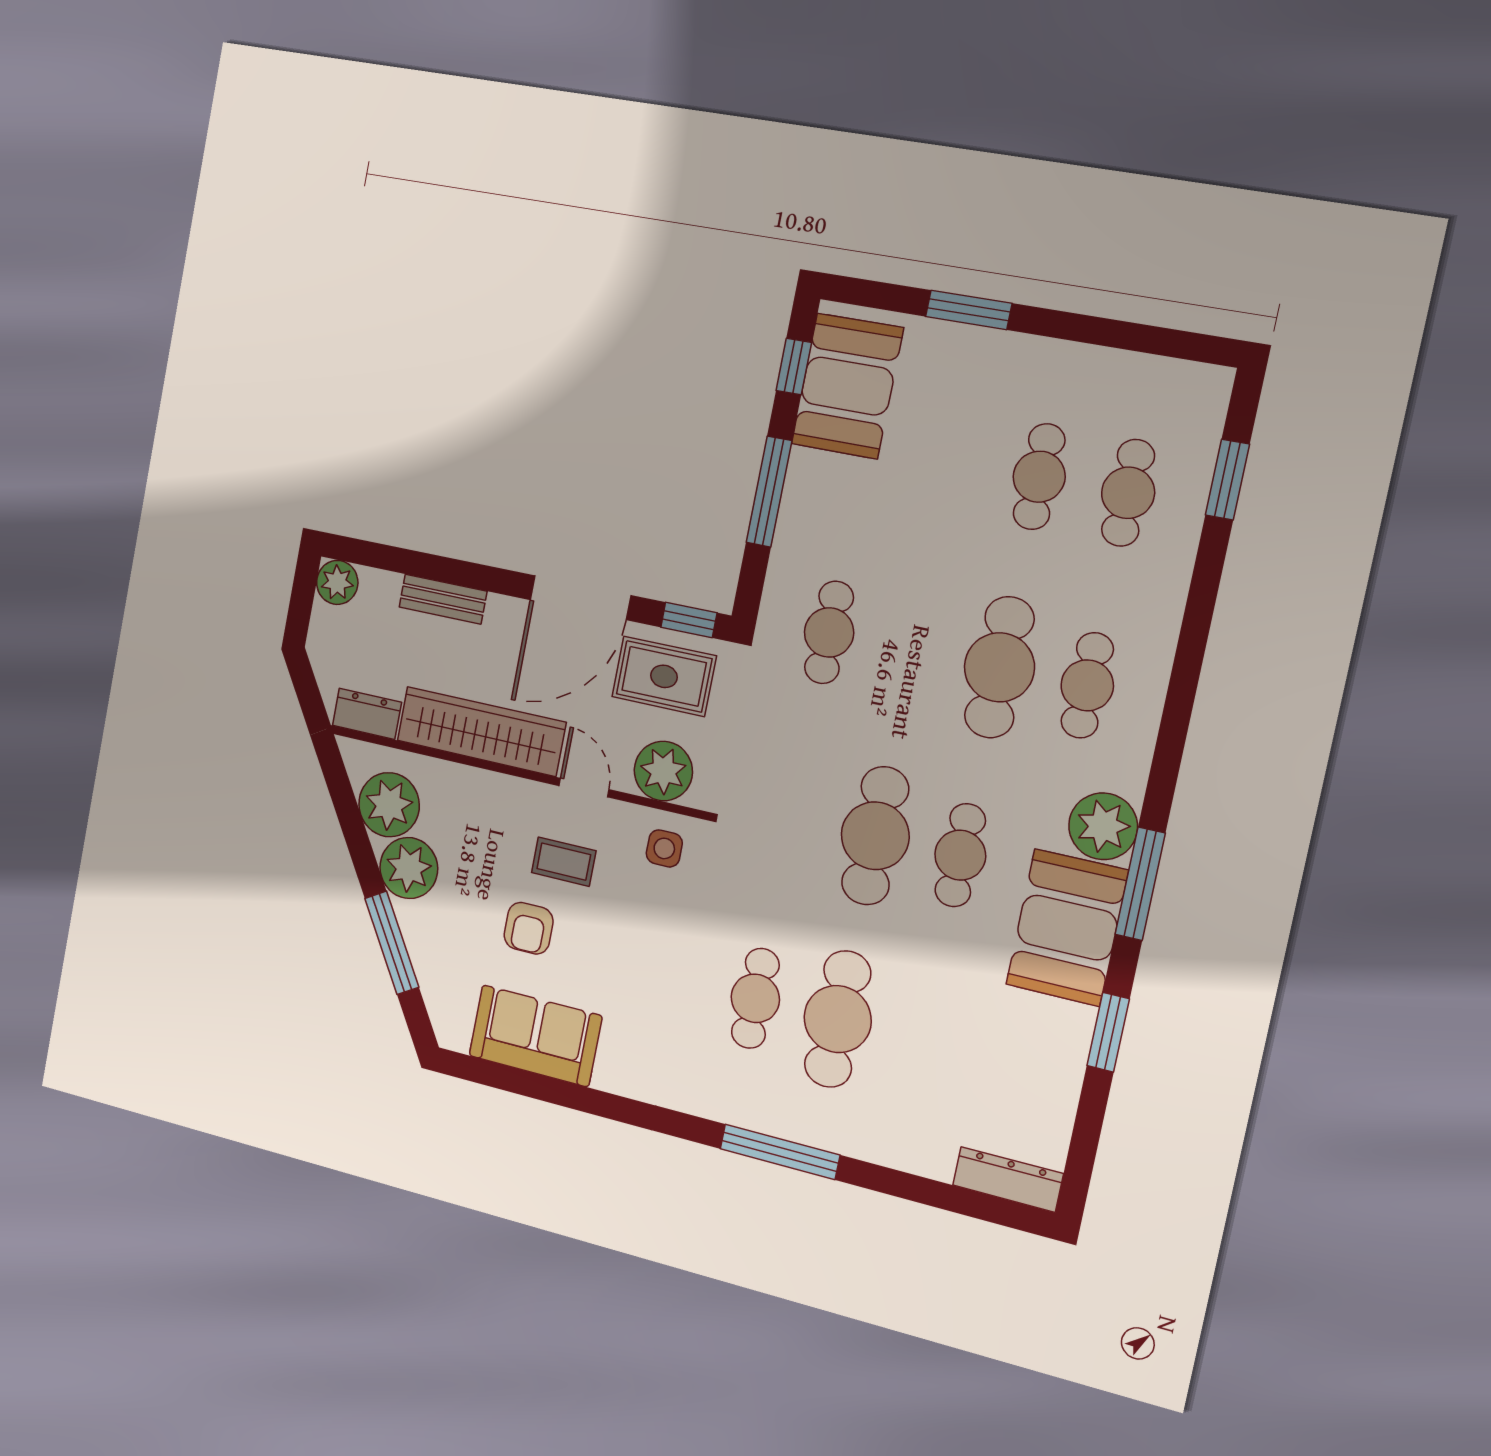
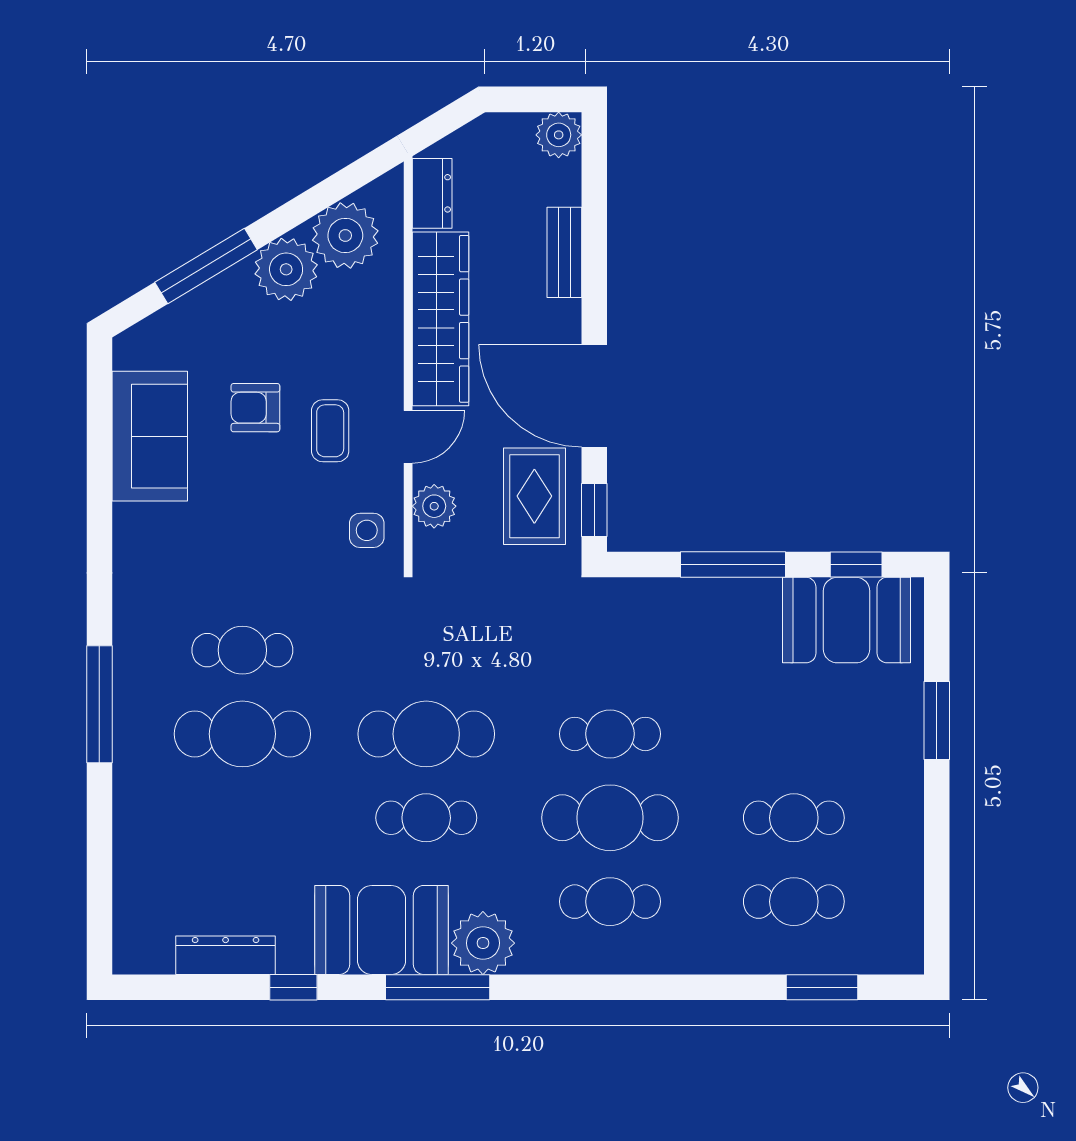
cafe table: (829, 632) -> (610, 734), moved
plant: (663, 771) -> (434, 506), width x0.73, depth x0.73
window: (1108, 1032) -> (293, 987), width x0.67
dresser: (1008, 1179) -> (226, 955), moved, turned -90

